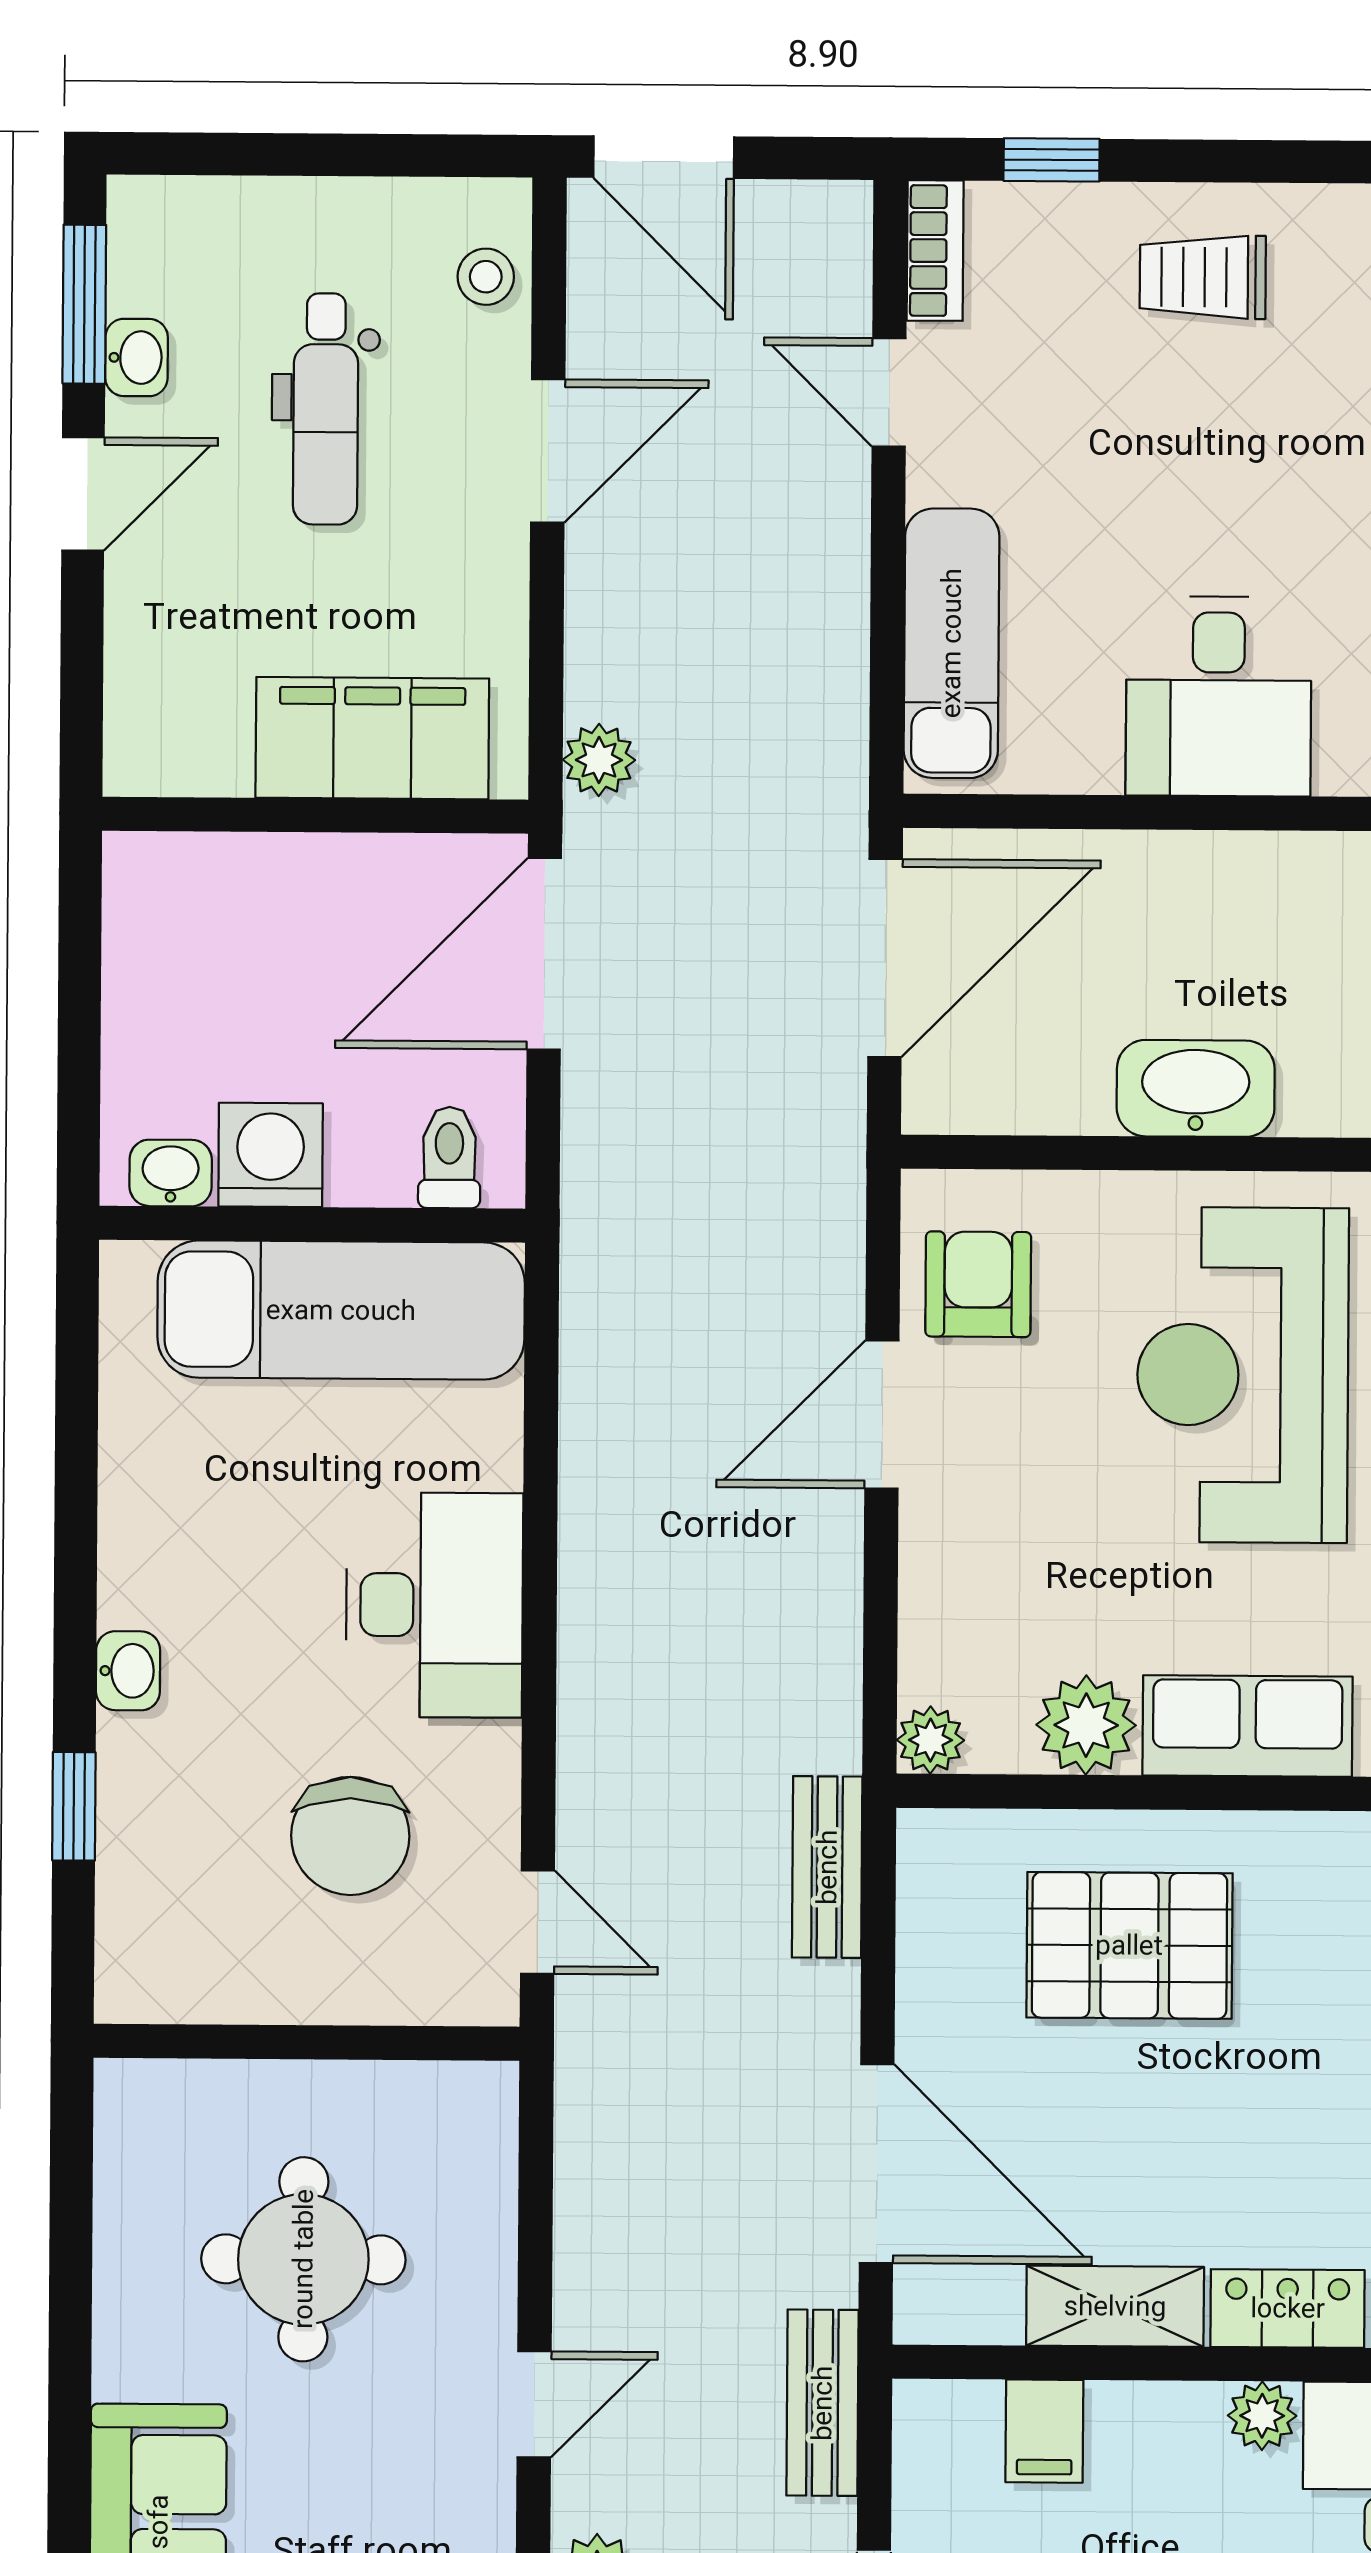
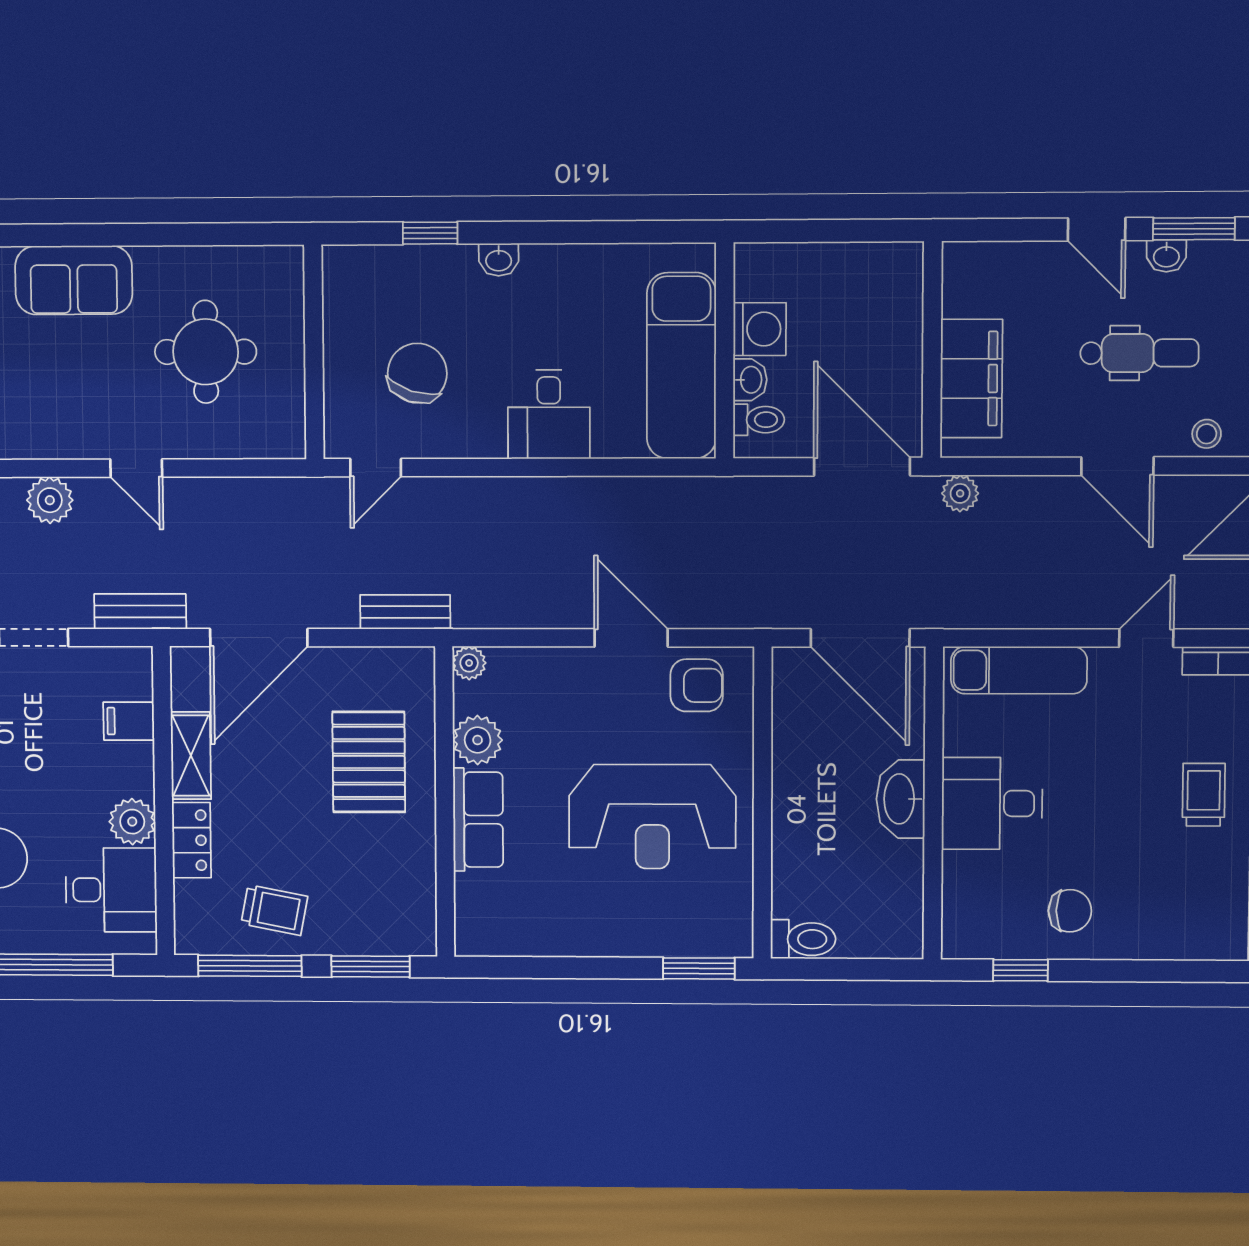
dental chair: (326, 409) -> (1139, 353), turned 180
washbasin: (1196, 1088) -> (901, 799), moved, turned 180
washbasin: (171, 1173) -> (750, 380), moved
reception desk: (1243, 1375) -> (652, 817), turned 180
desk: (434, 1605) -> (549, 414), width x0.73
chair: (350, 1836) -> (417, 373), turned 108
plant: (1262, 2416) -> (132, 822), width x1.38, depth x1.38

